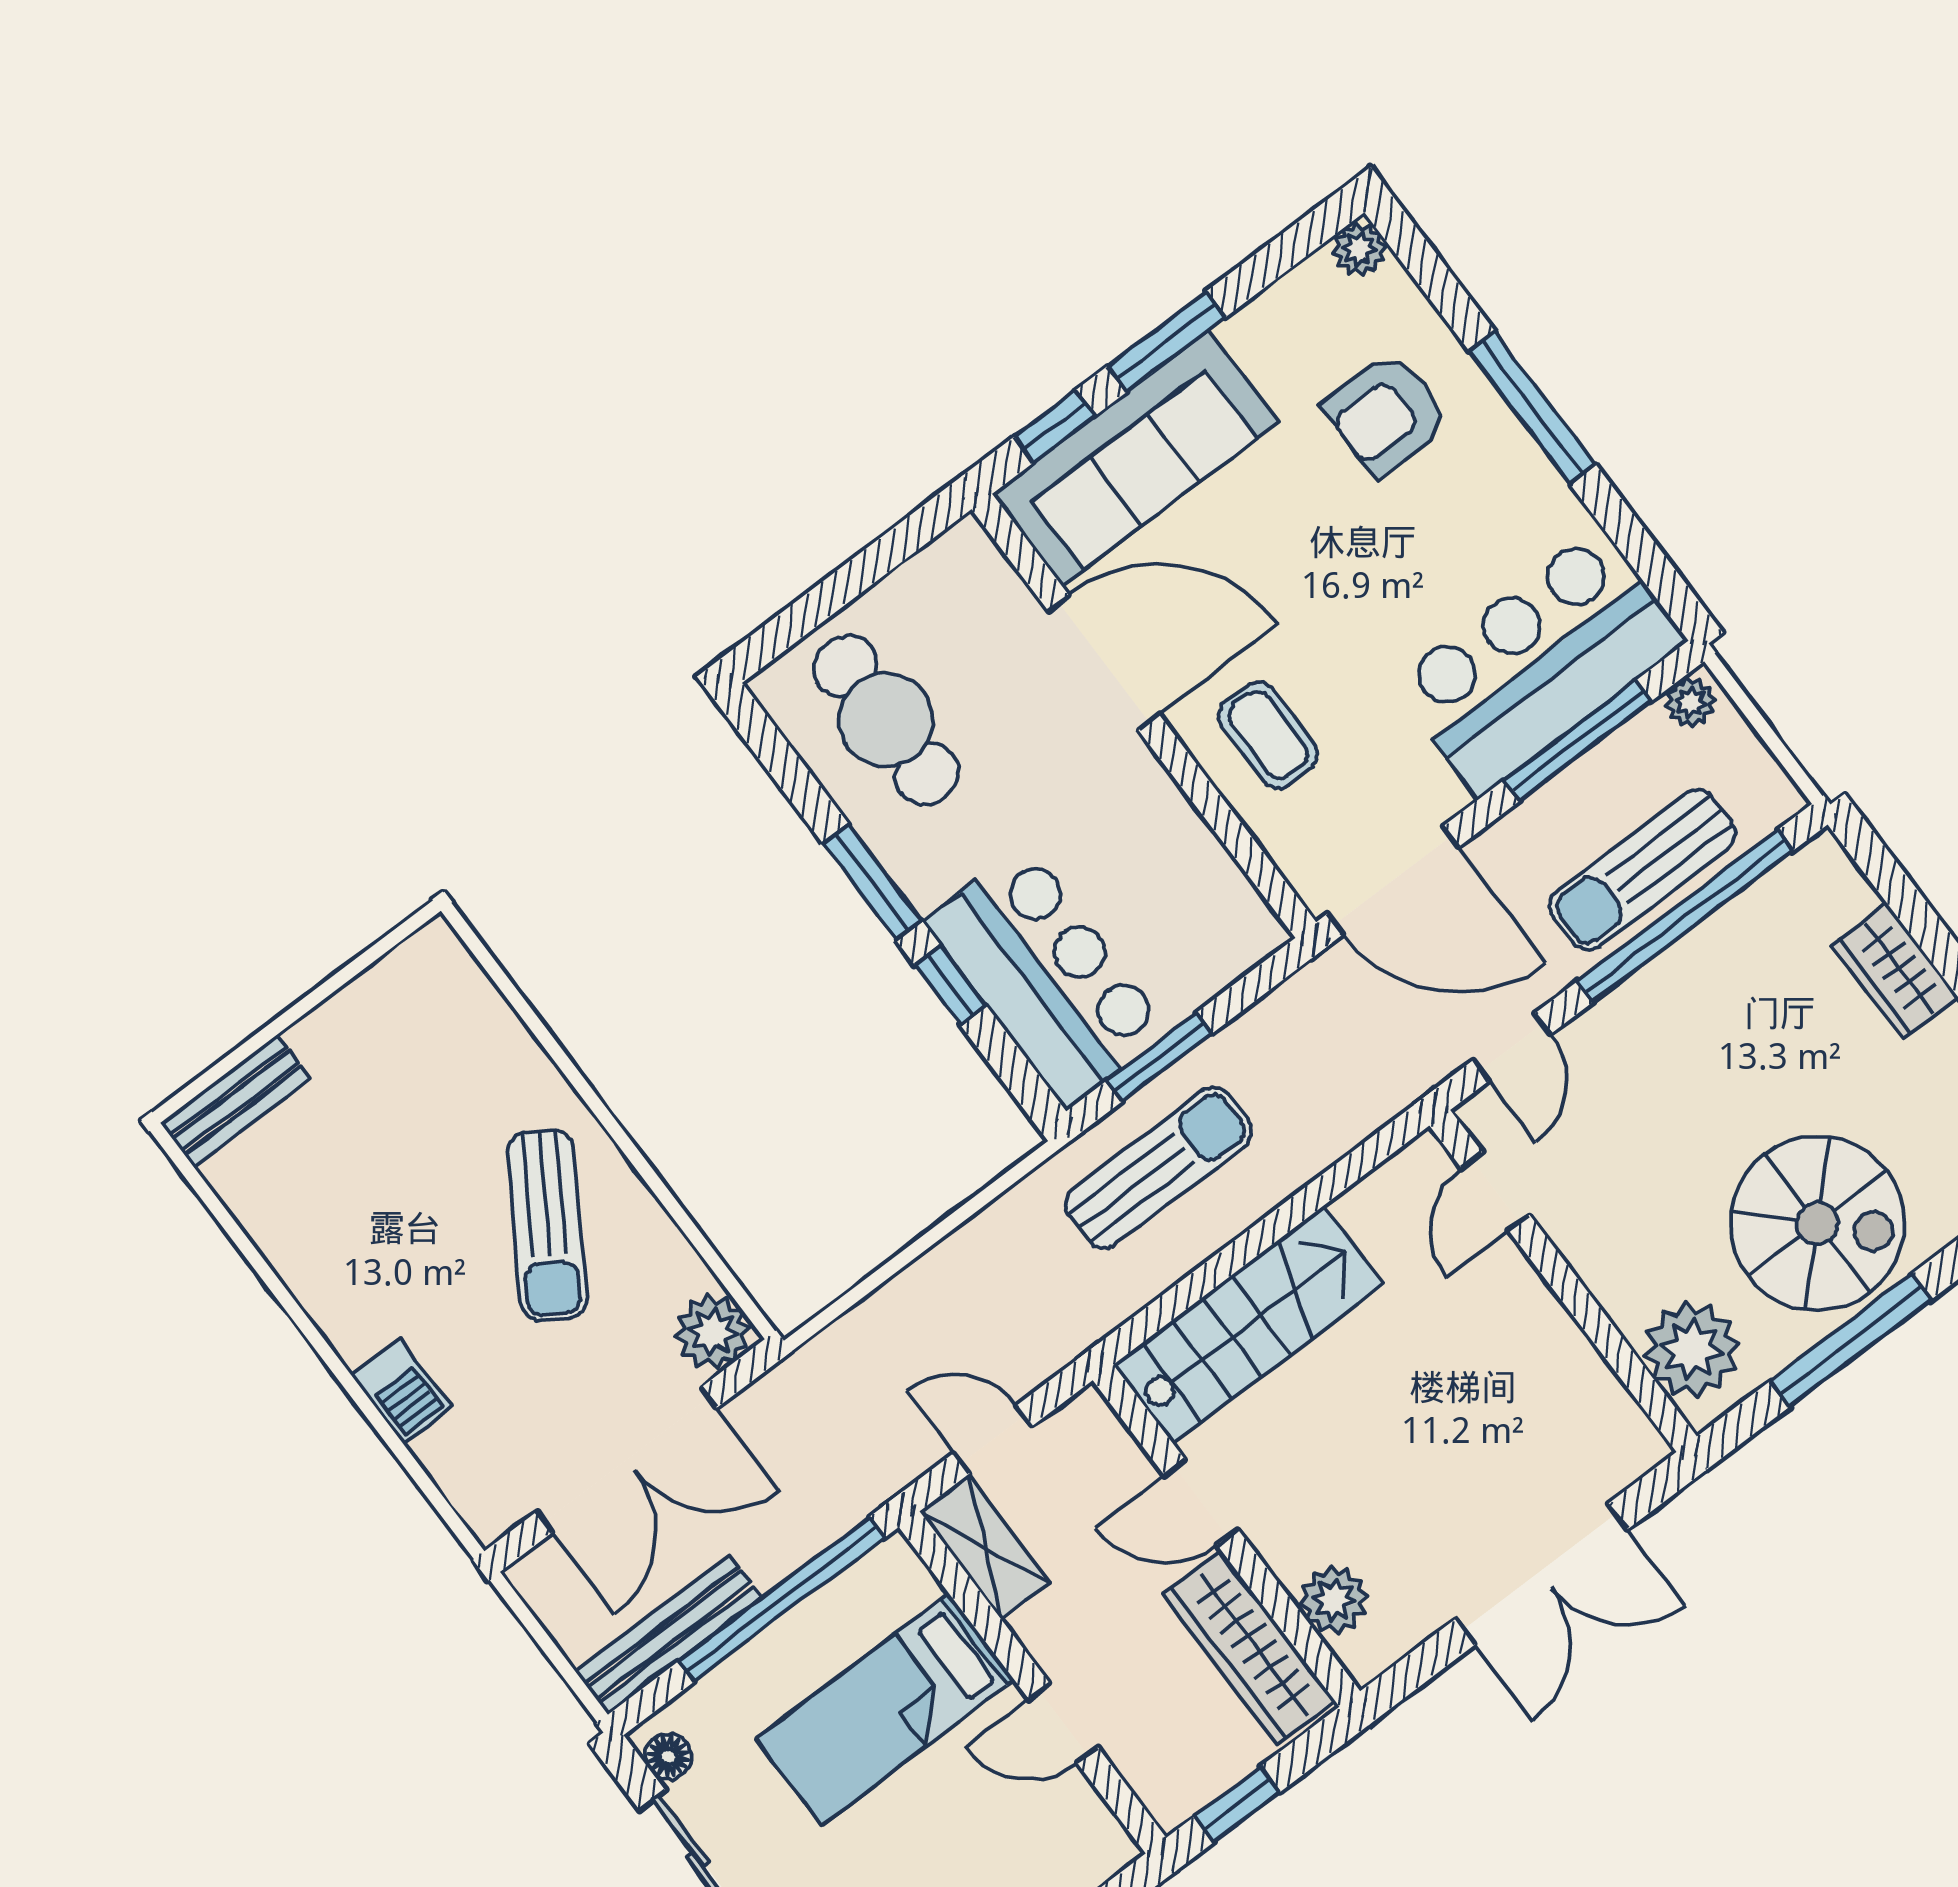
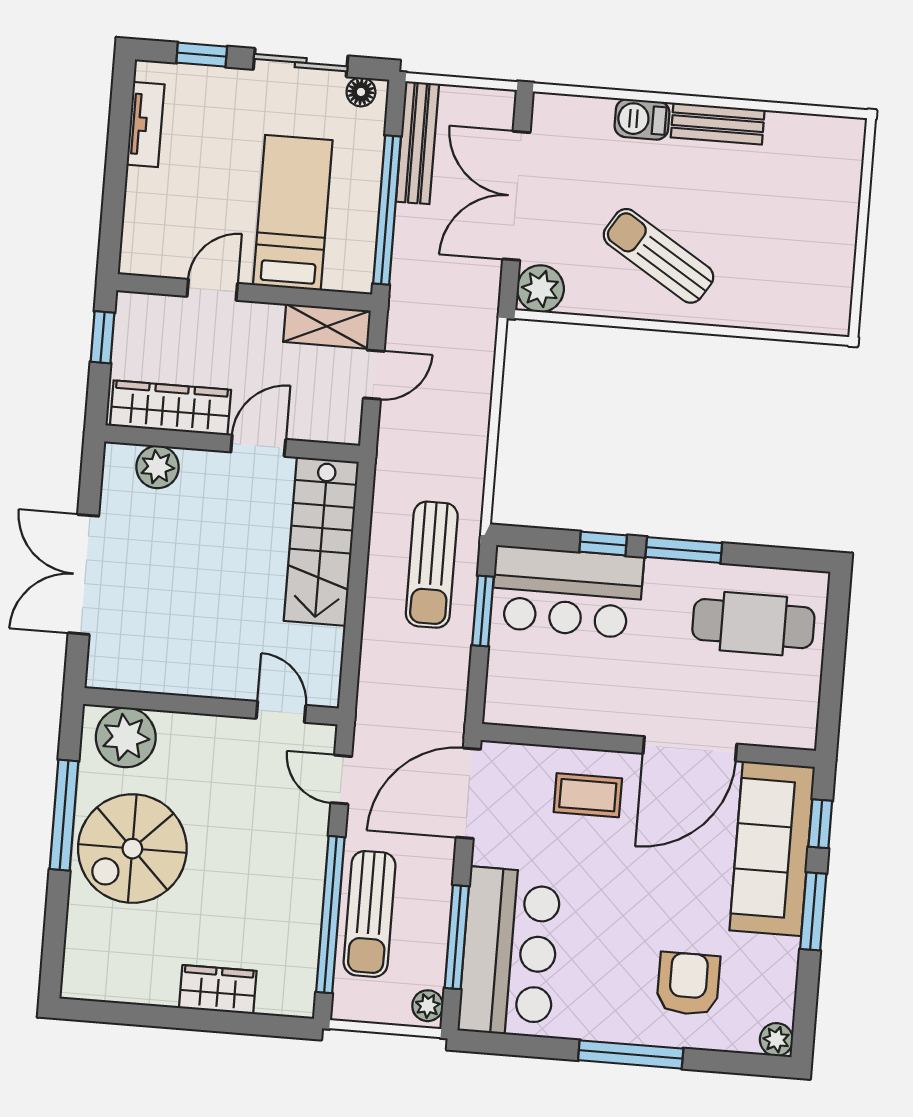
sun lounger: (1643, 870) -> (370, 914), turned 180
bench: (235, 1101) -> (718, 124), moved, turned 90

